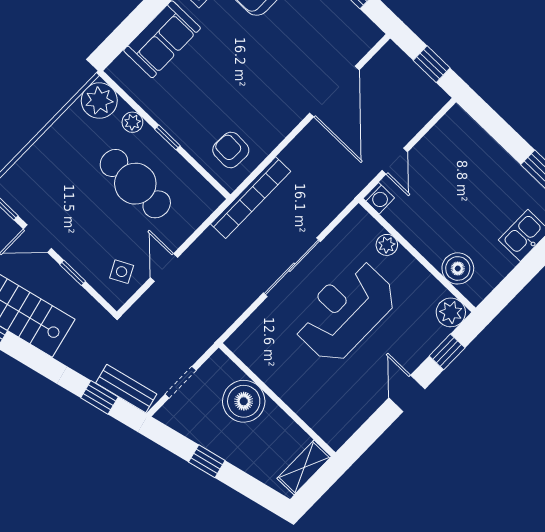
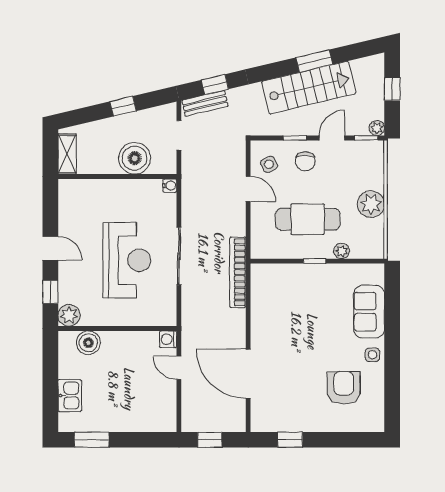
plant: (99, 101) -> (371, 204), moved
armchair: (231, 150) -> (274, 288), removed
chair: (84, 241) -> (305, 161), added
plant: (387, 245) -> (139, 318), removed
water cooler: (236, 343) -> (170, 186), added

